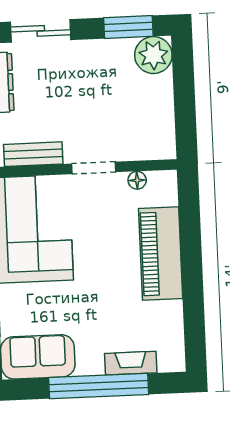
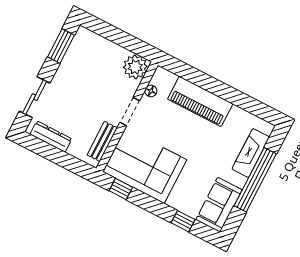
plant: (153, 55) -> (135, 67), moved
fireplace: (131, 363) -> (251, 153), width x1.37, depth x1.32

